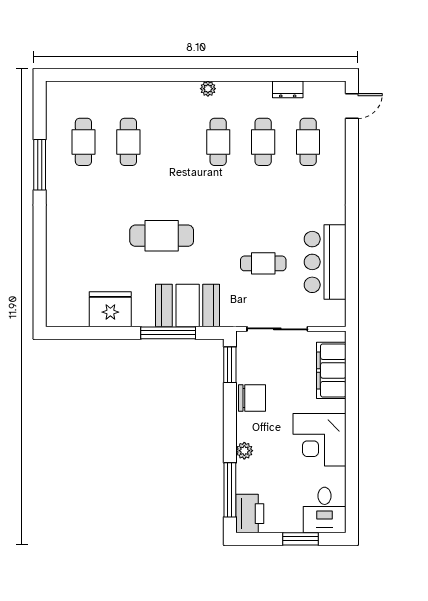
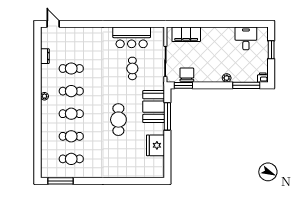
cafe table: (308, 142) -> (71, 114), moved
window: (40, 165) -> (60, 181), moved
chair: (252, 398) -> (187, 75), moved
corner desk: (319, 440) -> (221, 40), removed
desk: (325, 510) -> (246, 38), moved, turned -90
printer: (250, 514) -> (263, 78), width x0.53, depth x0.68

